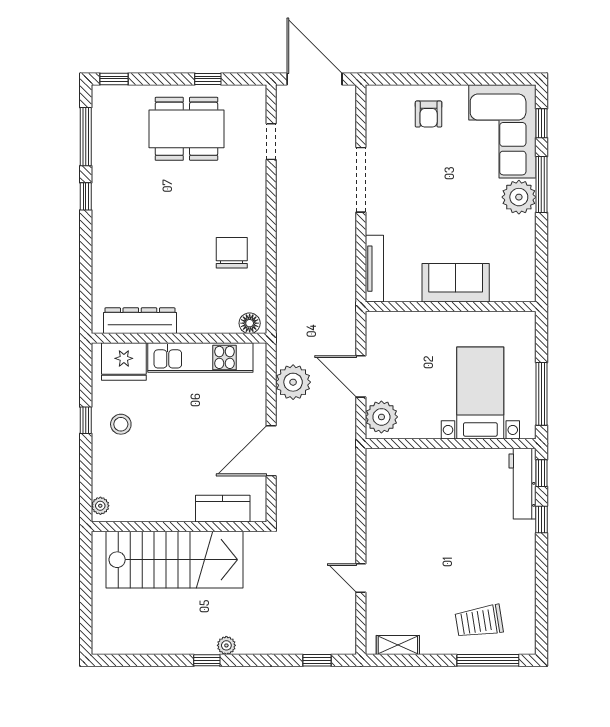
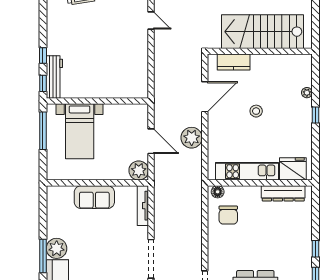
dresser: (140, 321) -> (283, 193), moved
floor lamp: (250, 323) -> (218, 192), moved
wall: (179, 338) -> (260, 183), moved
kitchen unit: (200, 357) -> (247, 171), moved
fridge: (124, 361) -> (293, 169), moved
plant: (381, 417) -> (139, 170), moved
stool: (121, 424) -> (256, 111), moved
plant: (100, 506) -> (307, 93), moved

